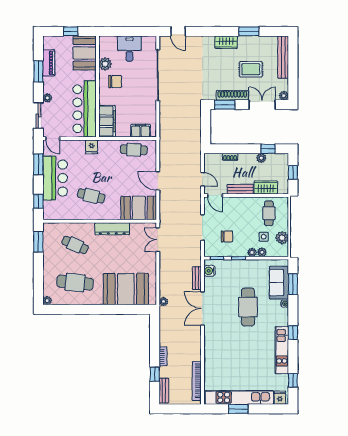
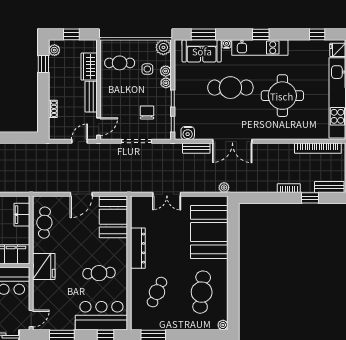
fridge: (92, 147) -> (44, 266), width x1.88, depth x1.34
plant: (261, 158) -> (54, 50), moved
bar counter: (55, 178) -> (101, 316), moved
cafe table: (91, 196) -> (99, 273), turned 73
plant: (282, 238) -> (163, 47), moved
double door: (158, 240) -> (167, 194), moved
kitchen unit: (282, 350) -> (260, 48), moved
round table: (241, 351) -> (282, 96), added

